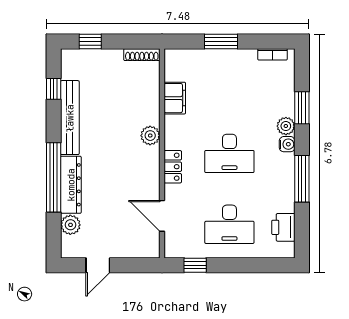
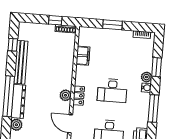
window: (90, 42) -> (55, 20), moved
plant: (150, 136) -> (65, 95), moved

